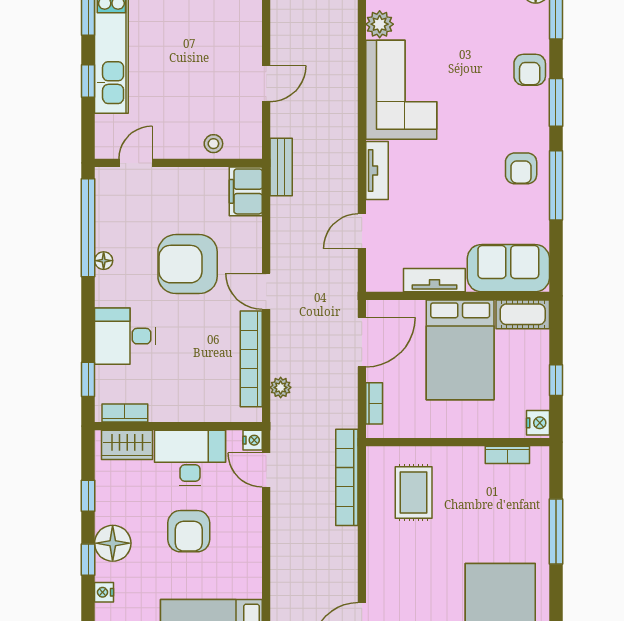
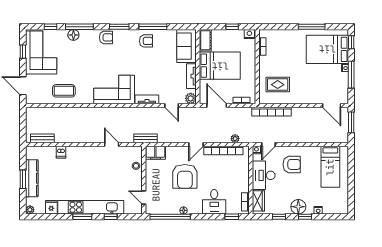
plant: (380, 24) -> (191, 98), moved
armchair: (189, 531) -> (292, 164), moved
window: (556, 531) -> (312, 27), moved

